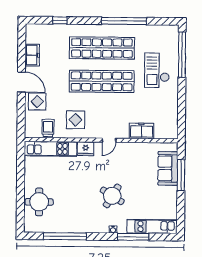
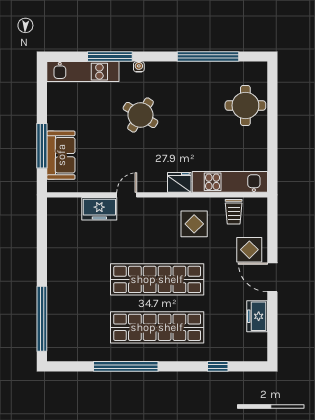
checkout: (157, 70) -> (78, 296), removed
door: (109, 140) -> (127, 195), moved

